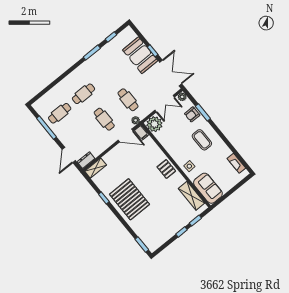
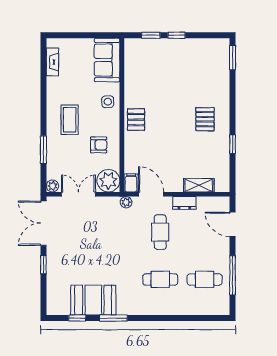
booth: (140, 55) -> (93, 300), moved, turned 90
cafe table: (128, 100) -> (116, 232), removed
armchair: (192, 114) -> (99, 145), moved
door: (69, 155) -> (233, 224), swing flipped
dresser: (86, 160) -> (184, 203), moved
shelving: (96, 168) -> (199, 185), moved
shelving: (192, 196) -> (132, 67), removed
pallet: (130, 199) -> (205, 119), width x0.49, depth x0.50

